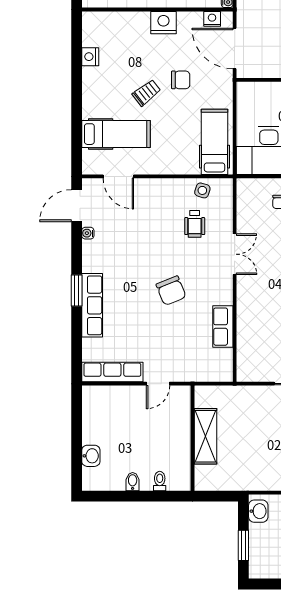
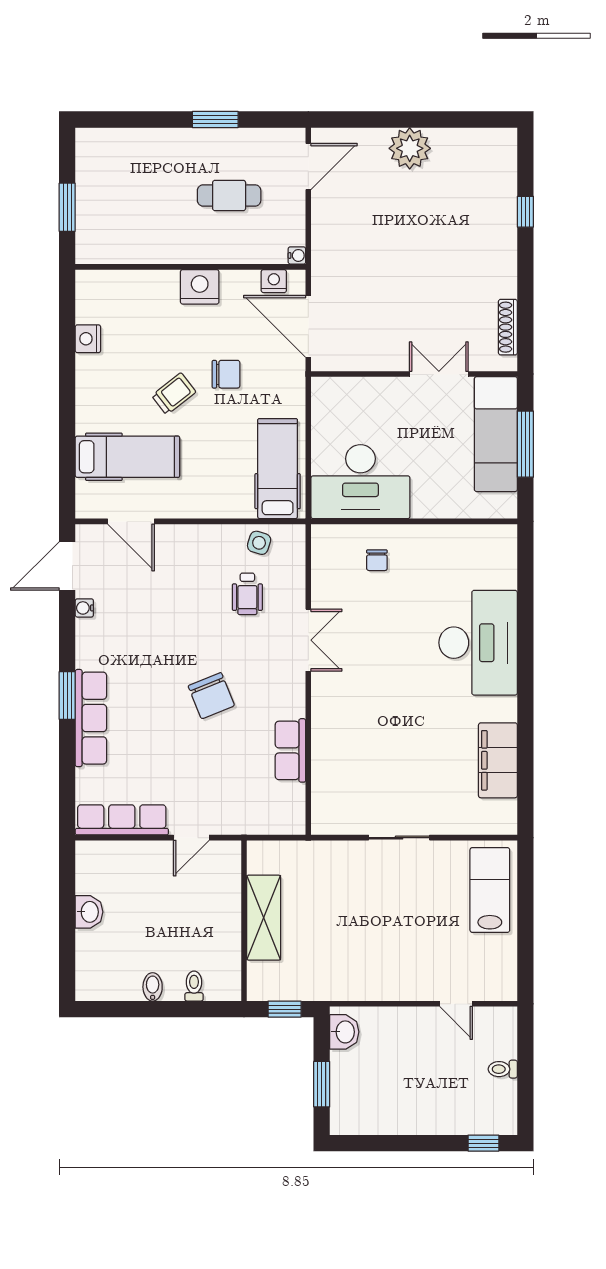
washbasin: (91, 456) -> (89, 912), moved
window: (219, 496) -> (285, 1009), added

